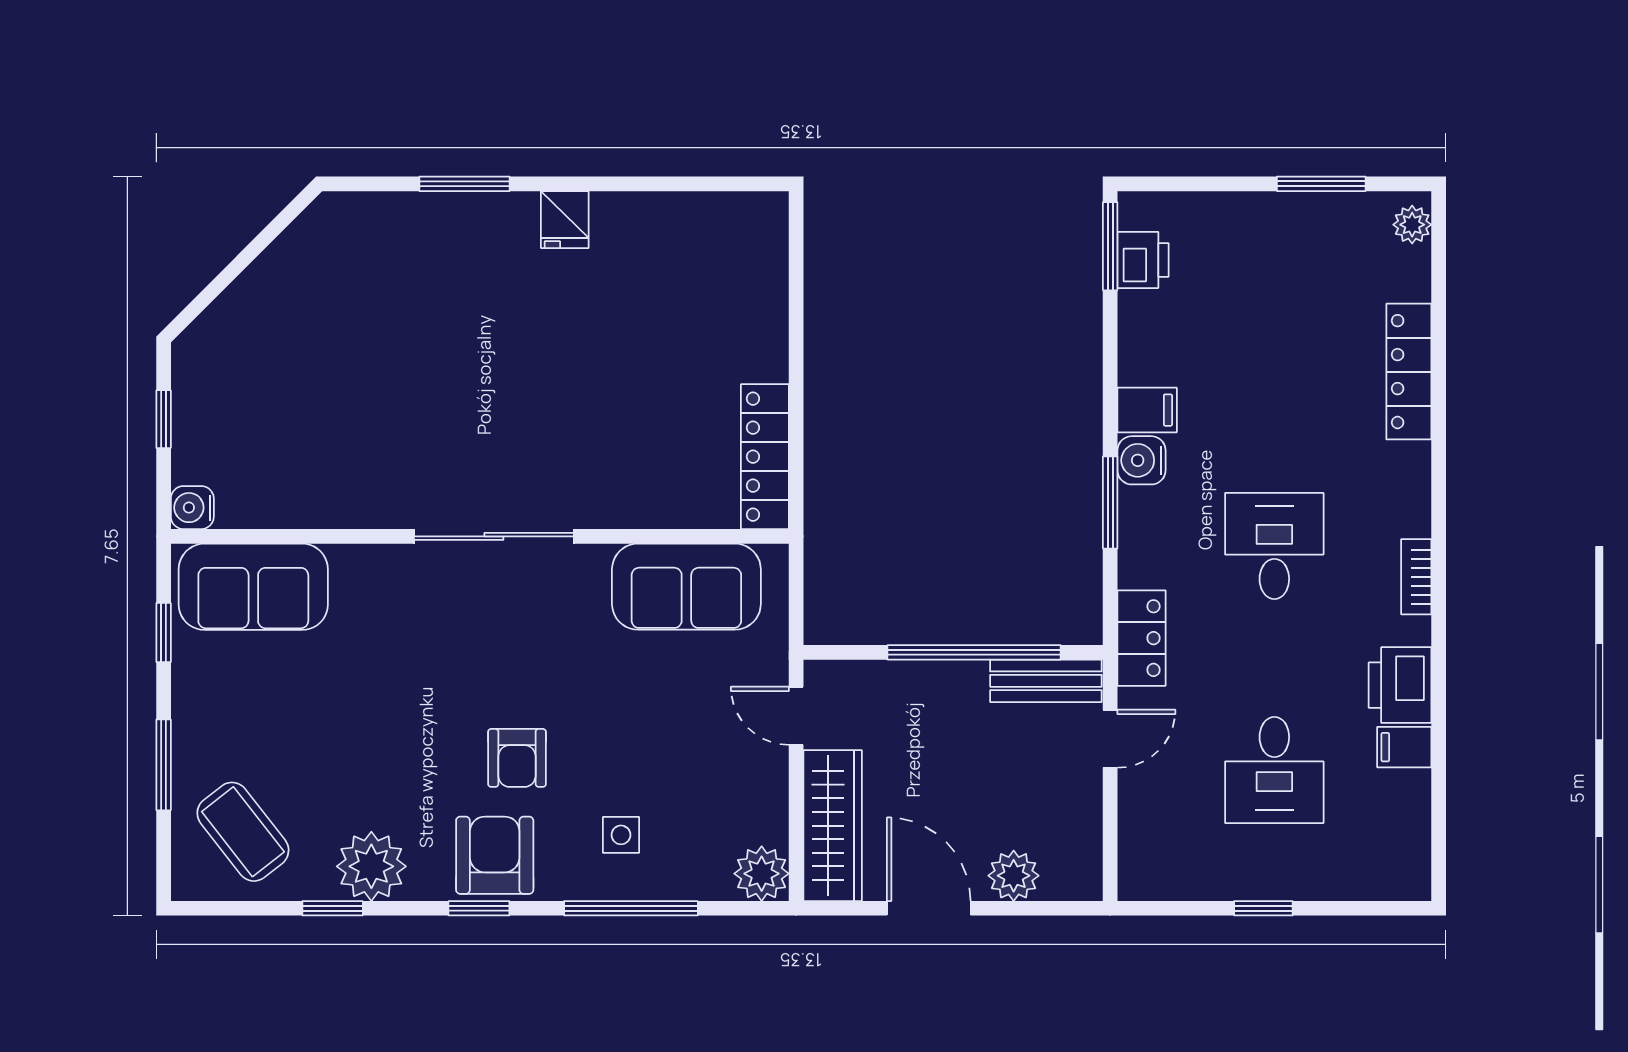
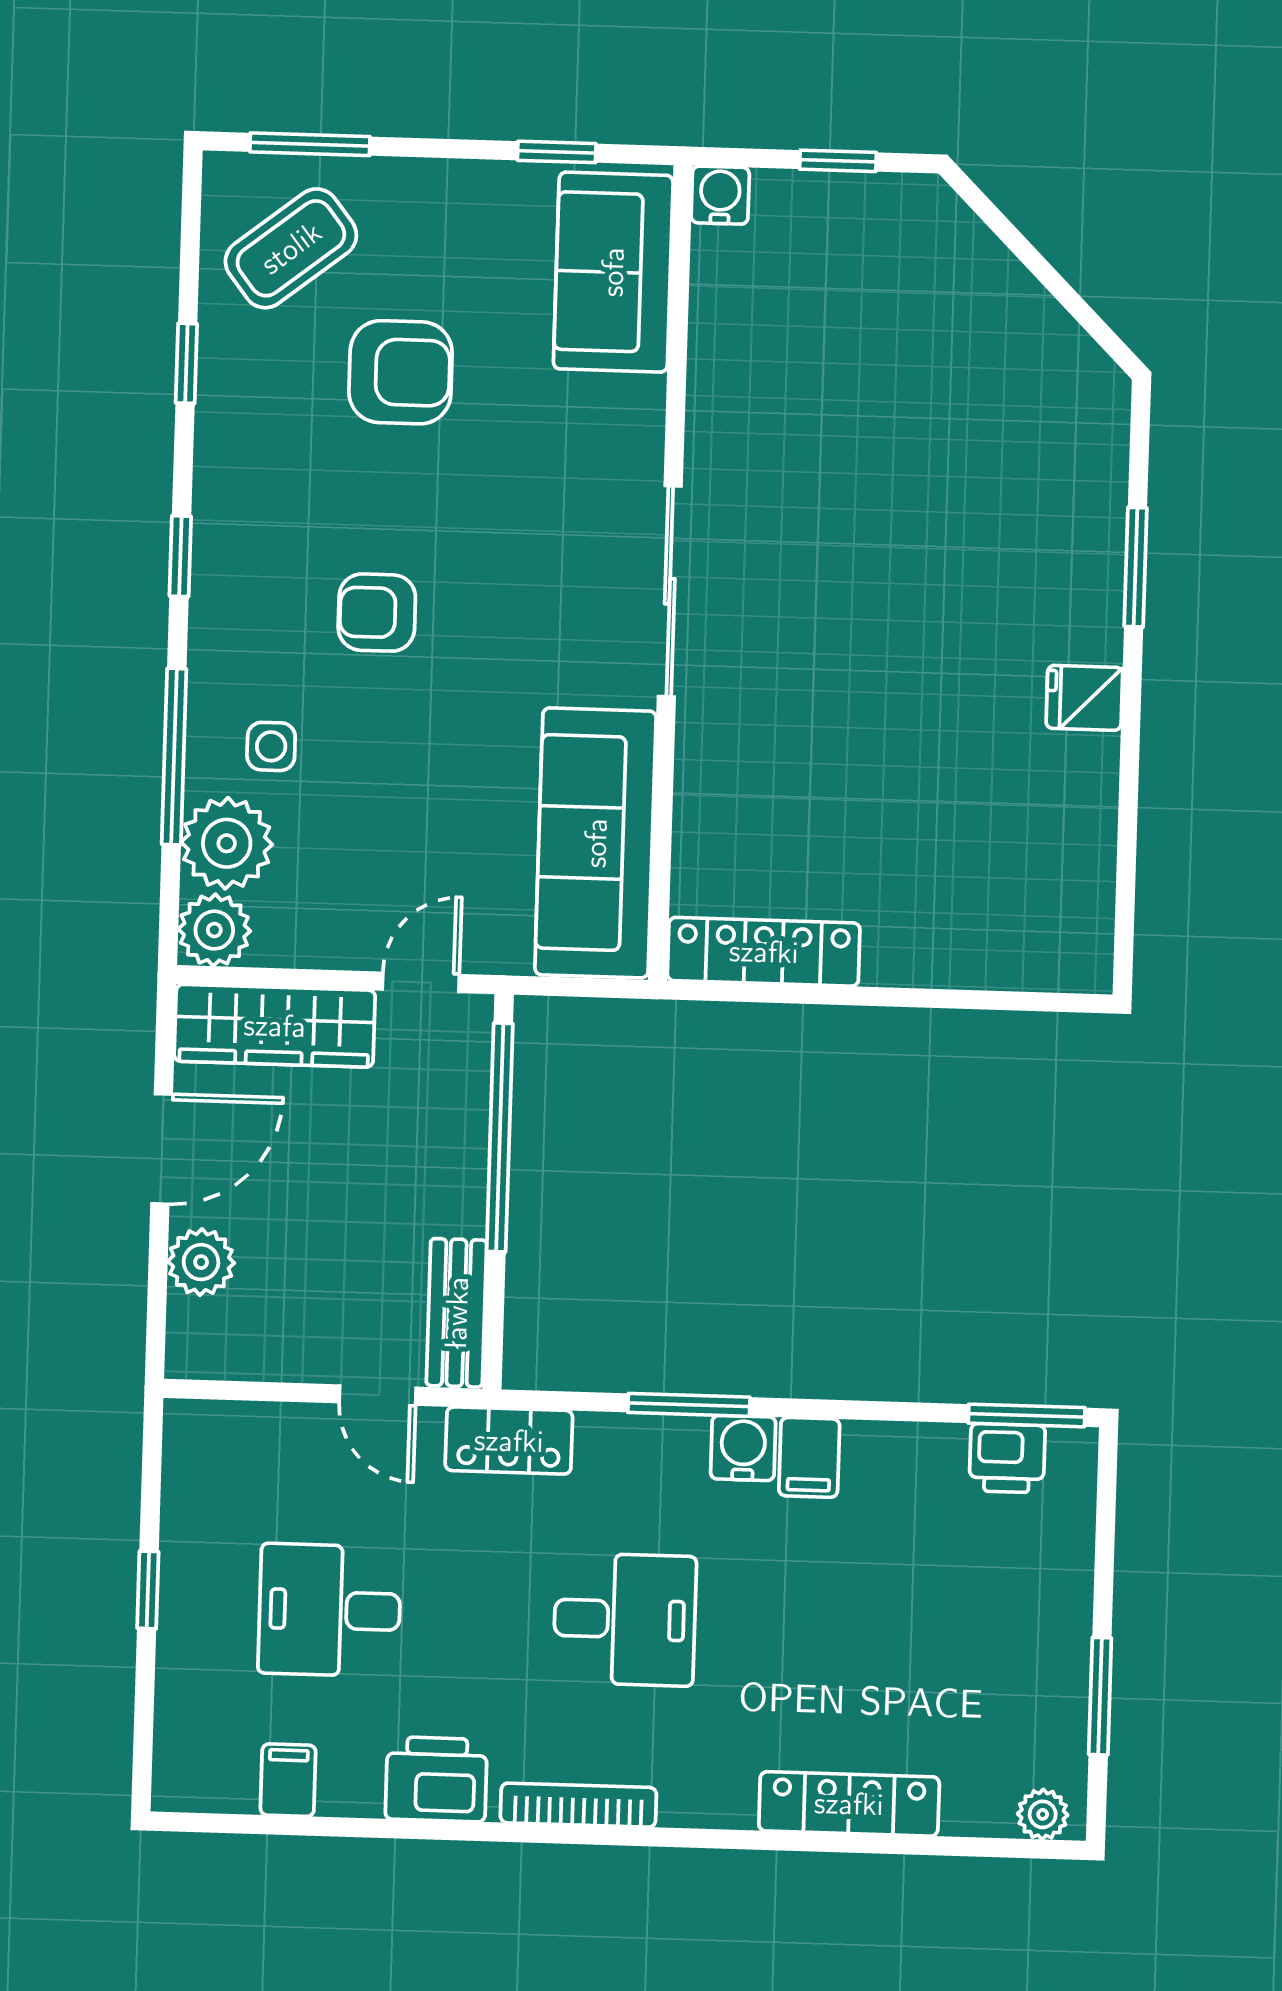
bookcase: (1416, 577) -> (578, 1805), width x1.56
sofa: (686, 587) -> (596, 843), width x1.36
window: (974, 652) -> (500, 1137), moved
filing cabinet: (1404, 747) -> (288, 1780), moved
window: (164, 765) -> (310, 144), moved
armchair: (495, 855) -> (401, 372), moved
plant: (371, 866) -> (227, 843), moved

